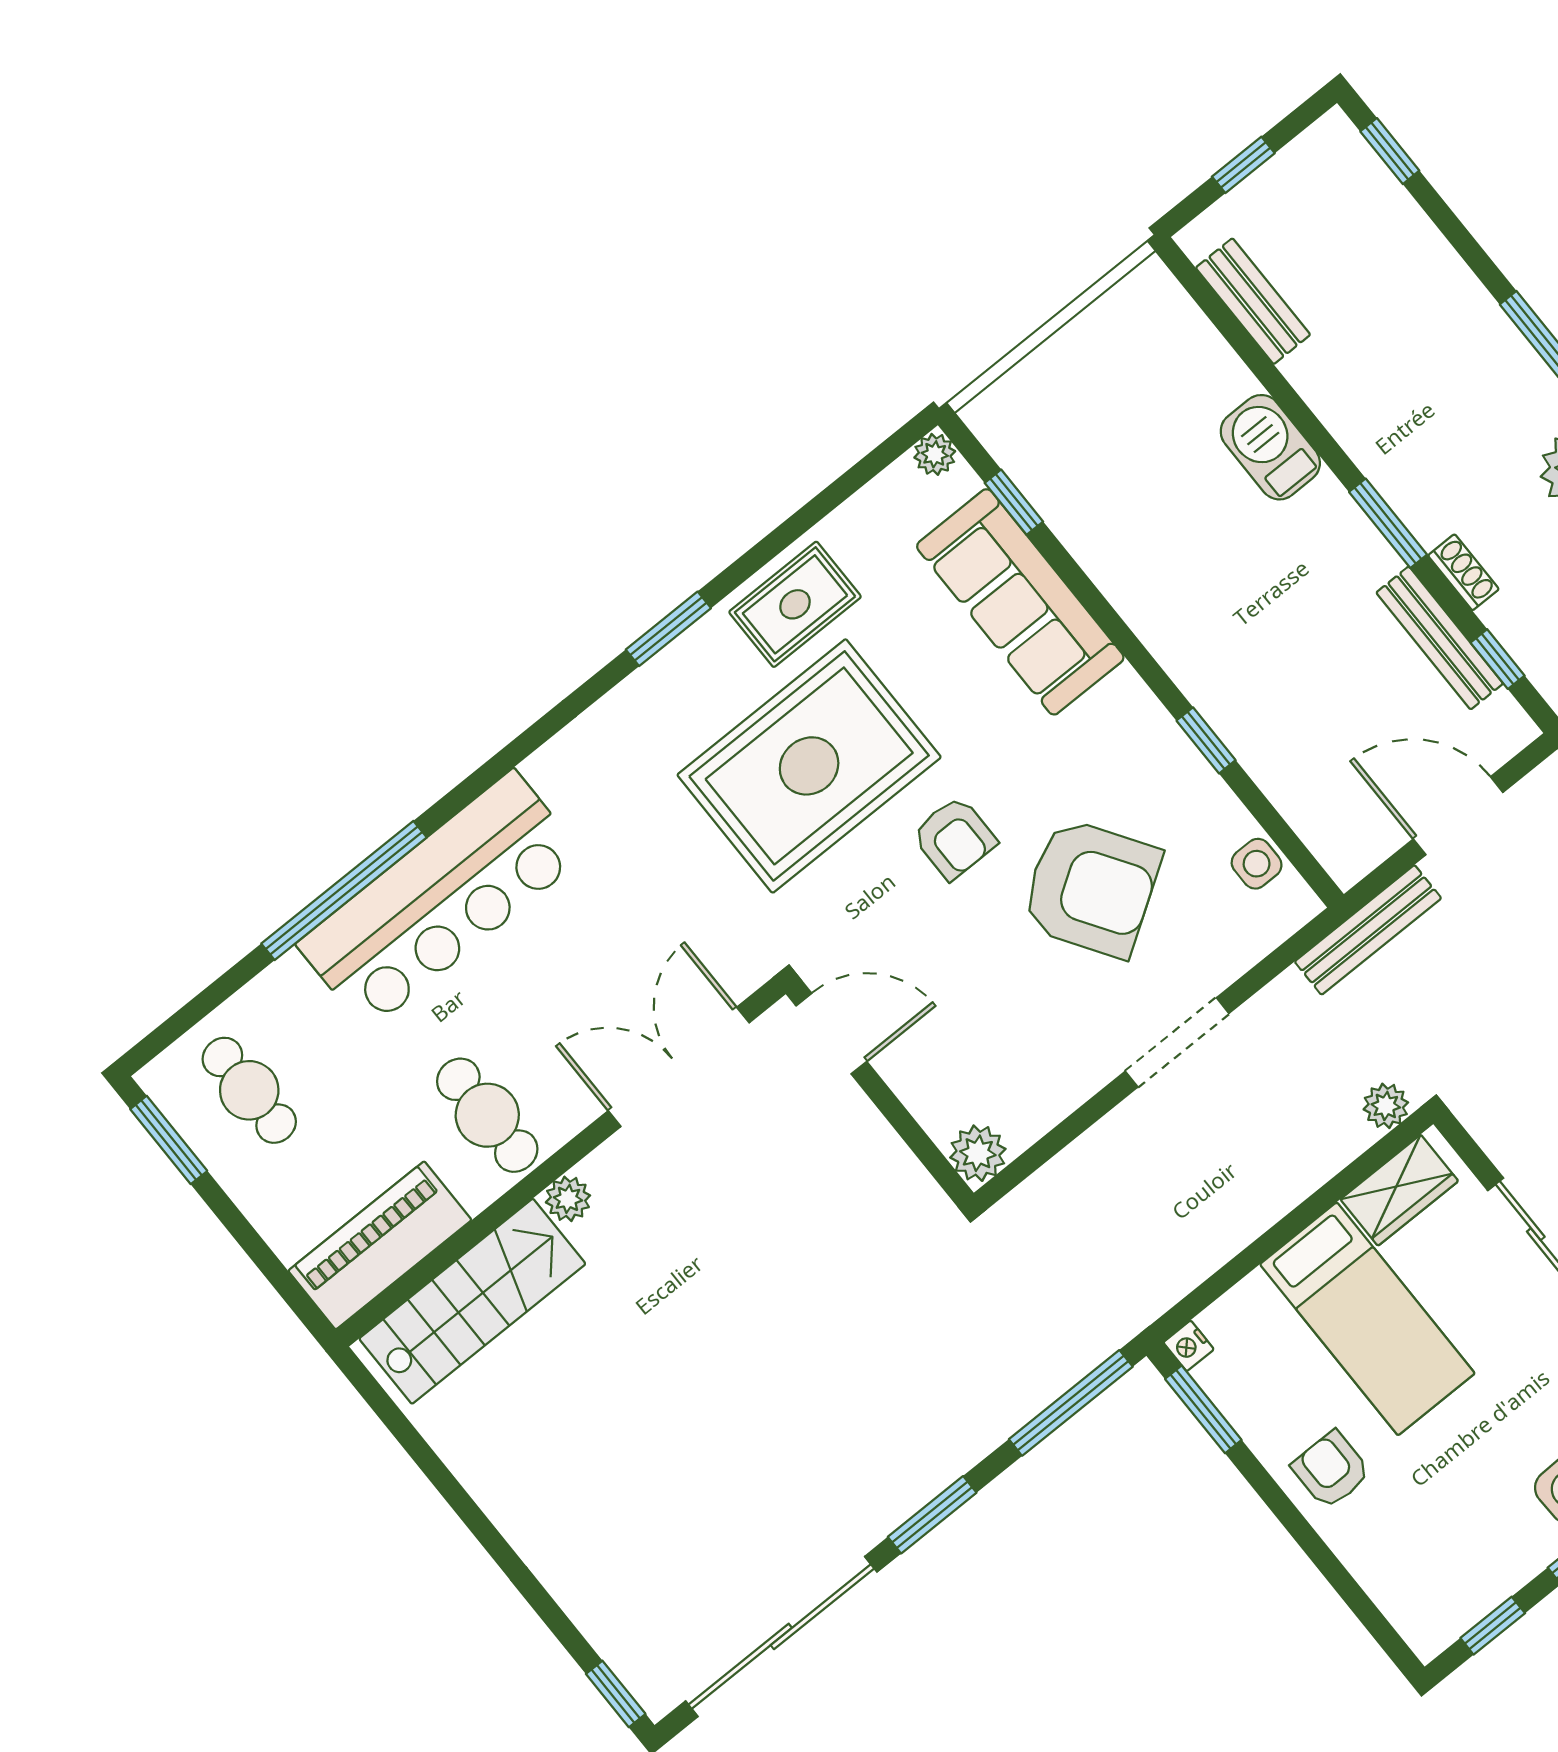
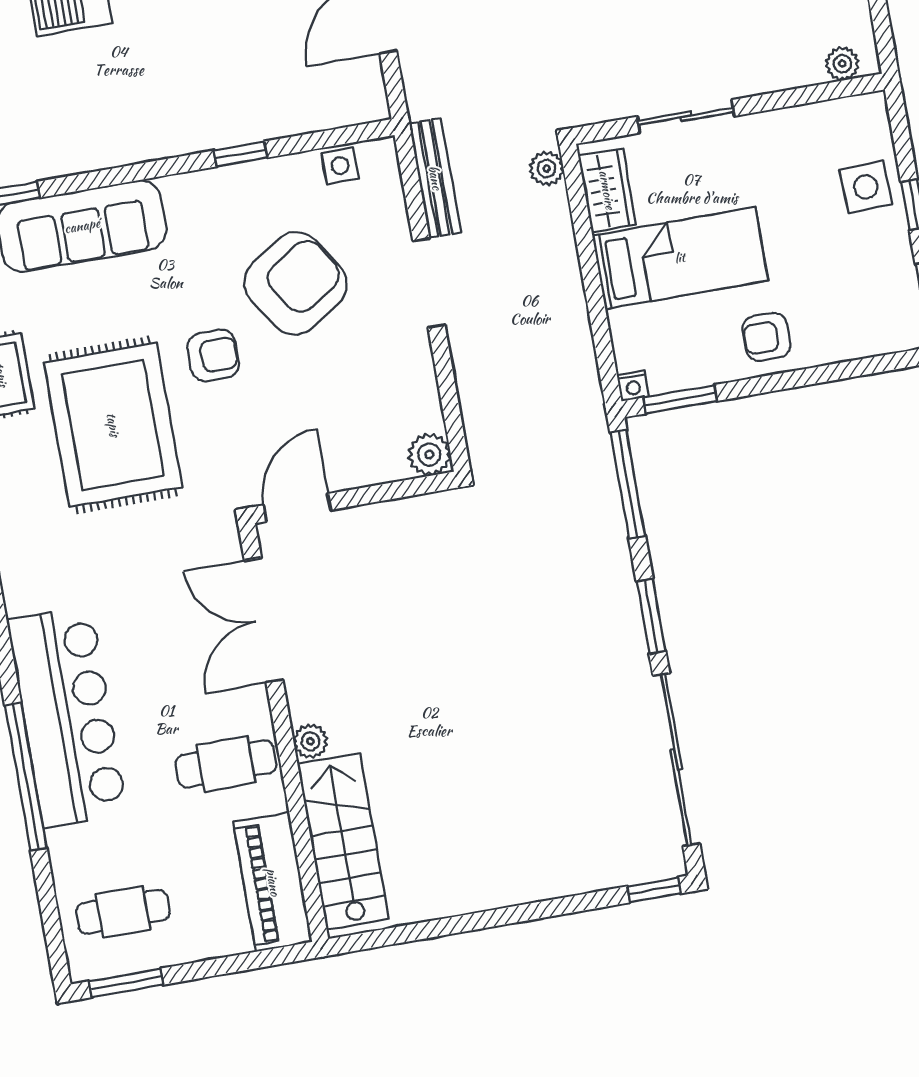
bench: (1368, 930) -> (435, 178), moved

